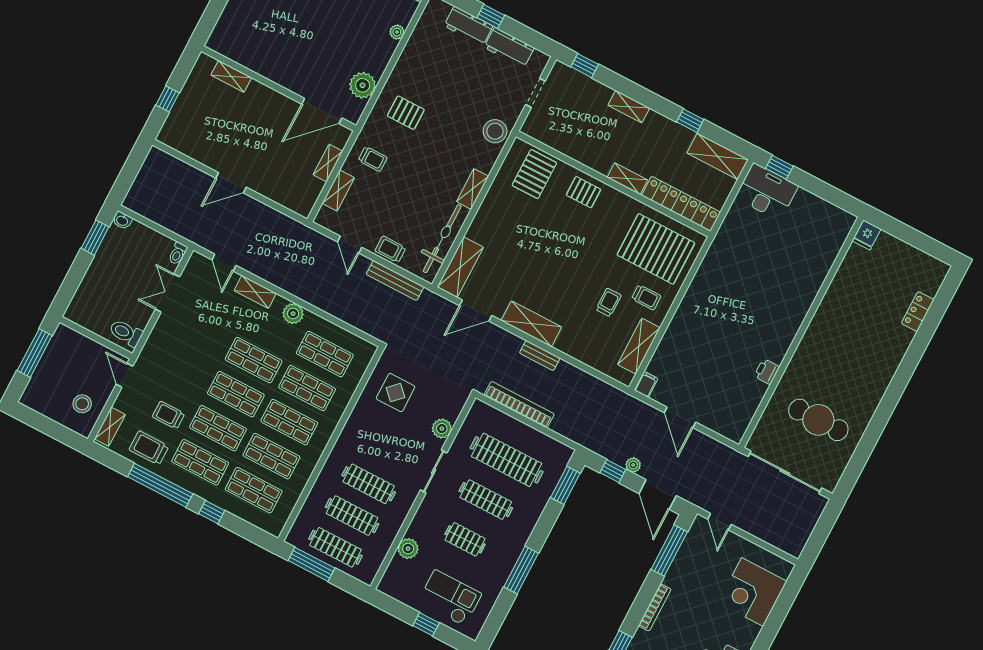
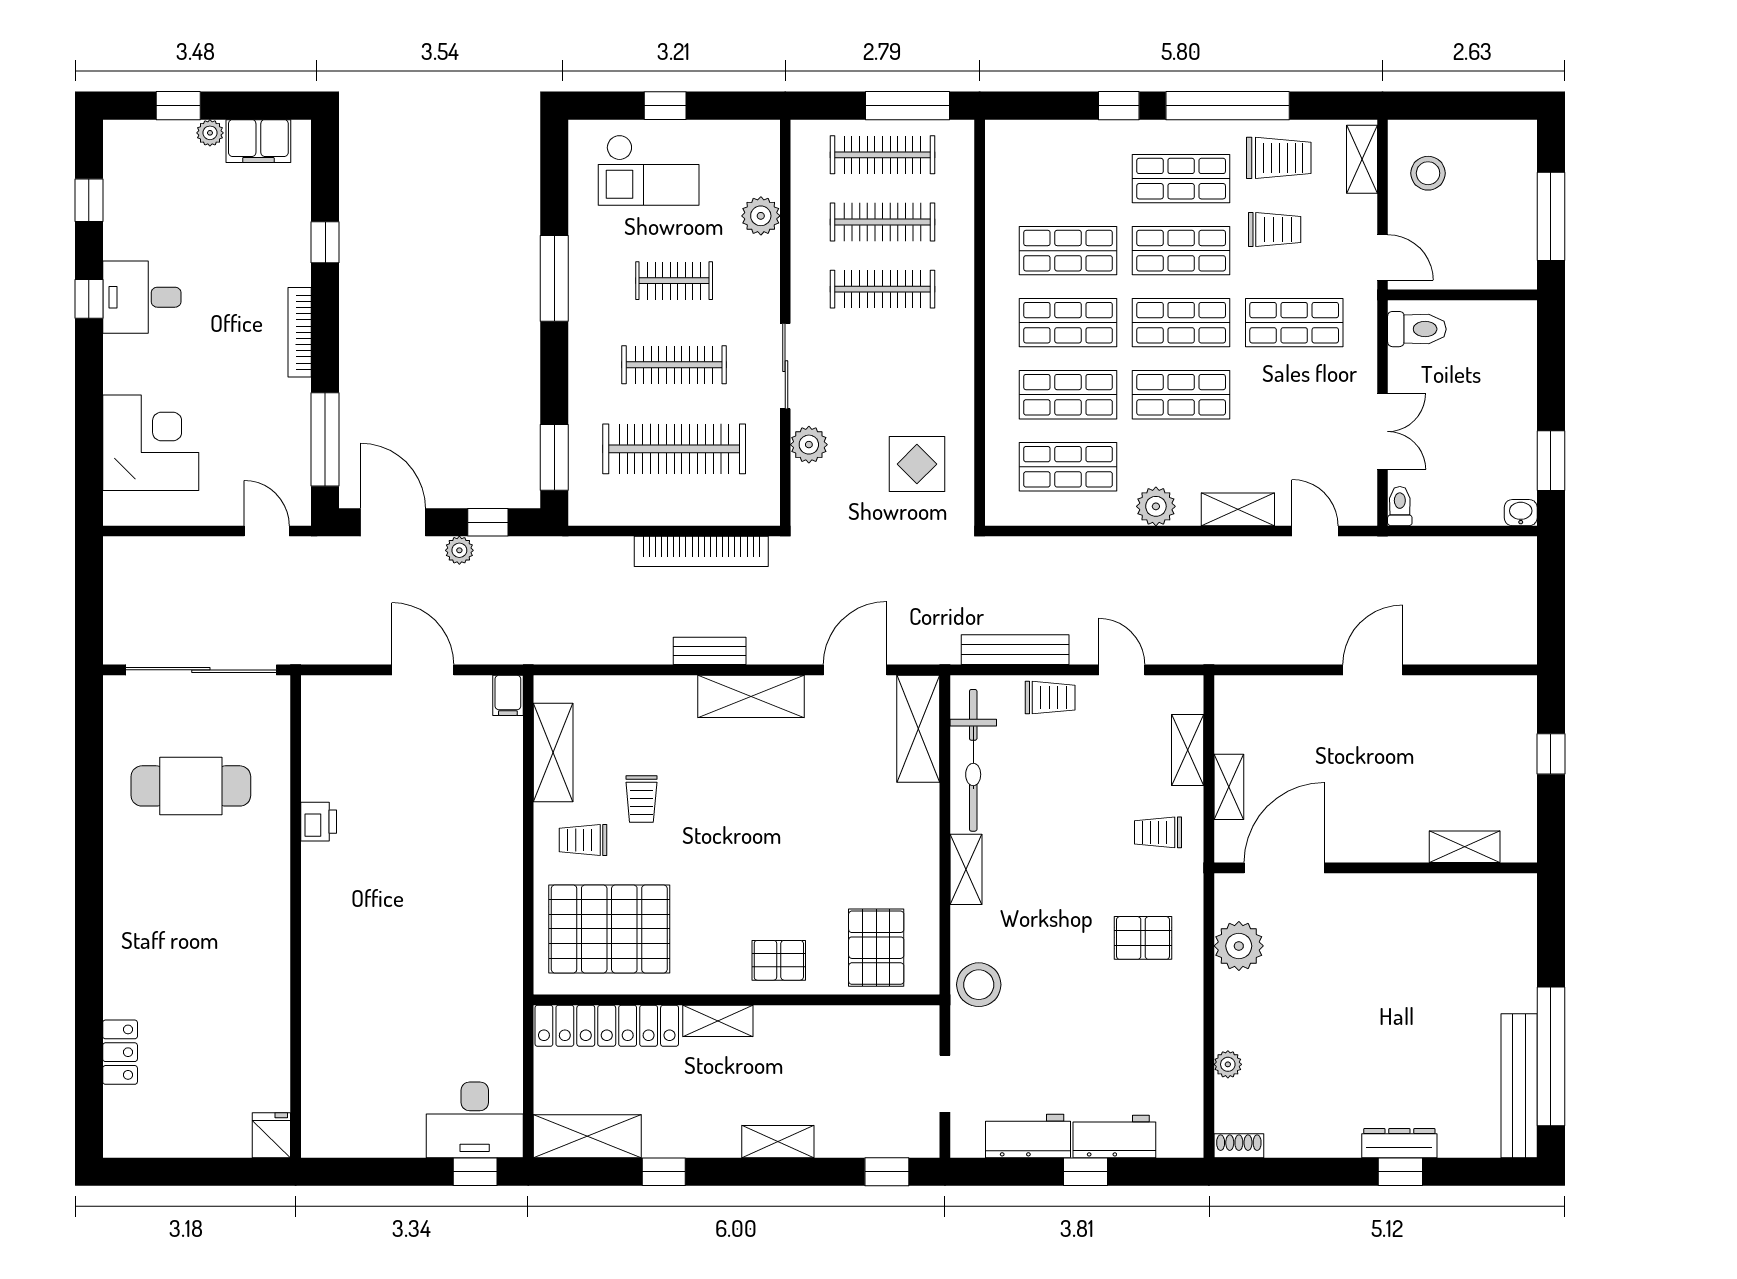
shop shelf: (254, 490) -> (1294, 323), moved

